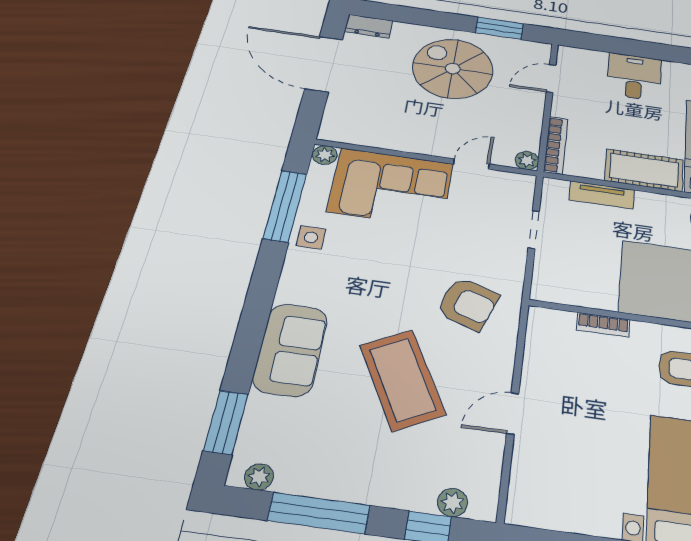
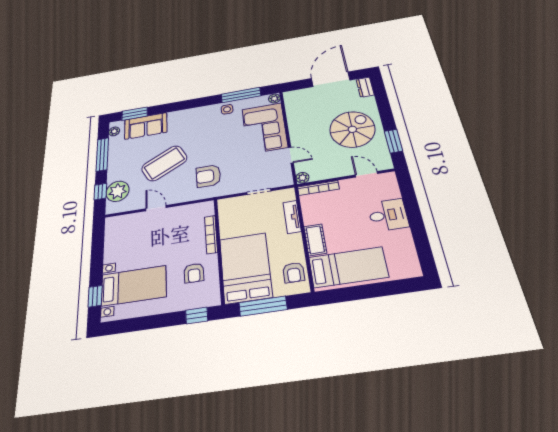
cot: (644, 170) -> (315, 240), width x0.73, depth x0.75
armchair: (468, 304) -> (208, 176), turned 71
bookcase: (603, 325) -> (211, 234), width x1.56
sofa: (290, 349) -> (146, 126), moved
plant: (452, 502) -> (118, 191), width x1.88, depth x1.88

